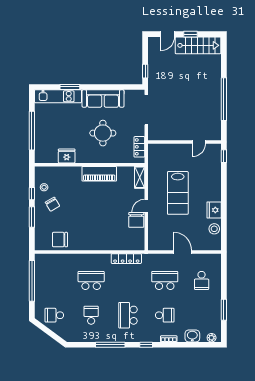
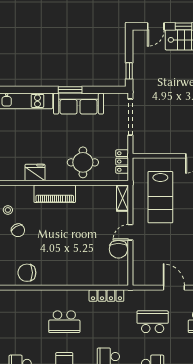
window: (70, 87) -> (70, 90), moved
round table: (103, 133) -> (83, 162), moved
piano: (99, 174) -> (55, 194), moved
lab bench: (178, 193) -> (160, 197), moved
school desk: (91, 280) -> (64, 322), turned 180

